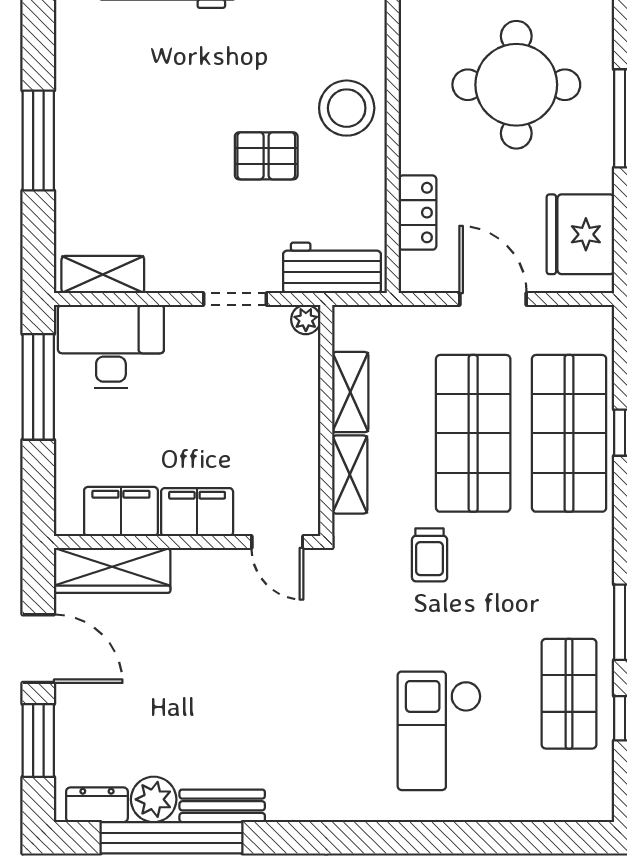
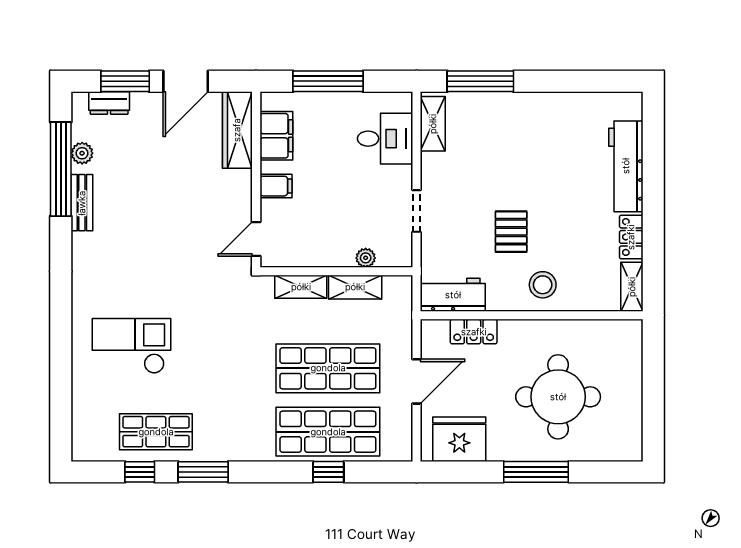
stool: (347, 108) -> (543, 285), width x0.73, depth x0.73
window: (38, 141) -> (480, 81), moved
workbench: (332, 268) -> (453, 295), moved, turned -90
plant: (306, 320) -> (366, 258), moved
desk: (111, 347) -> (385, 139), width x0.73
window: (38, 387) -> (328, 81), moved
filing cabinet: (197, 512) -> (276, 186), width x0.50
trolley: (430, 555) -> (248, 340), removed
plant: (154, 799) -> (82, 153), width x0.73, depth x0.73
dresser: (97, 805) -> (109, 103), moved, turned 90

